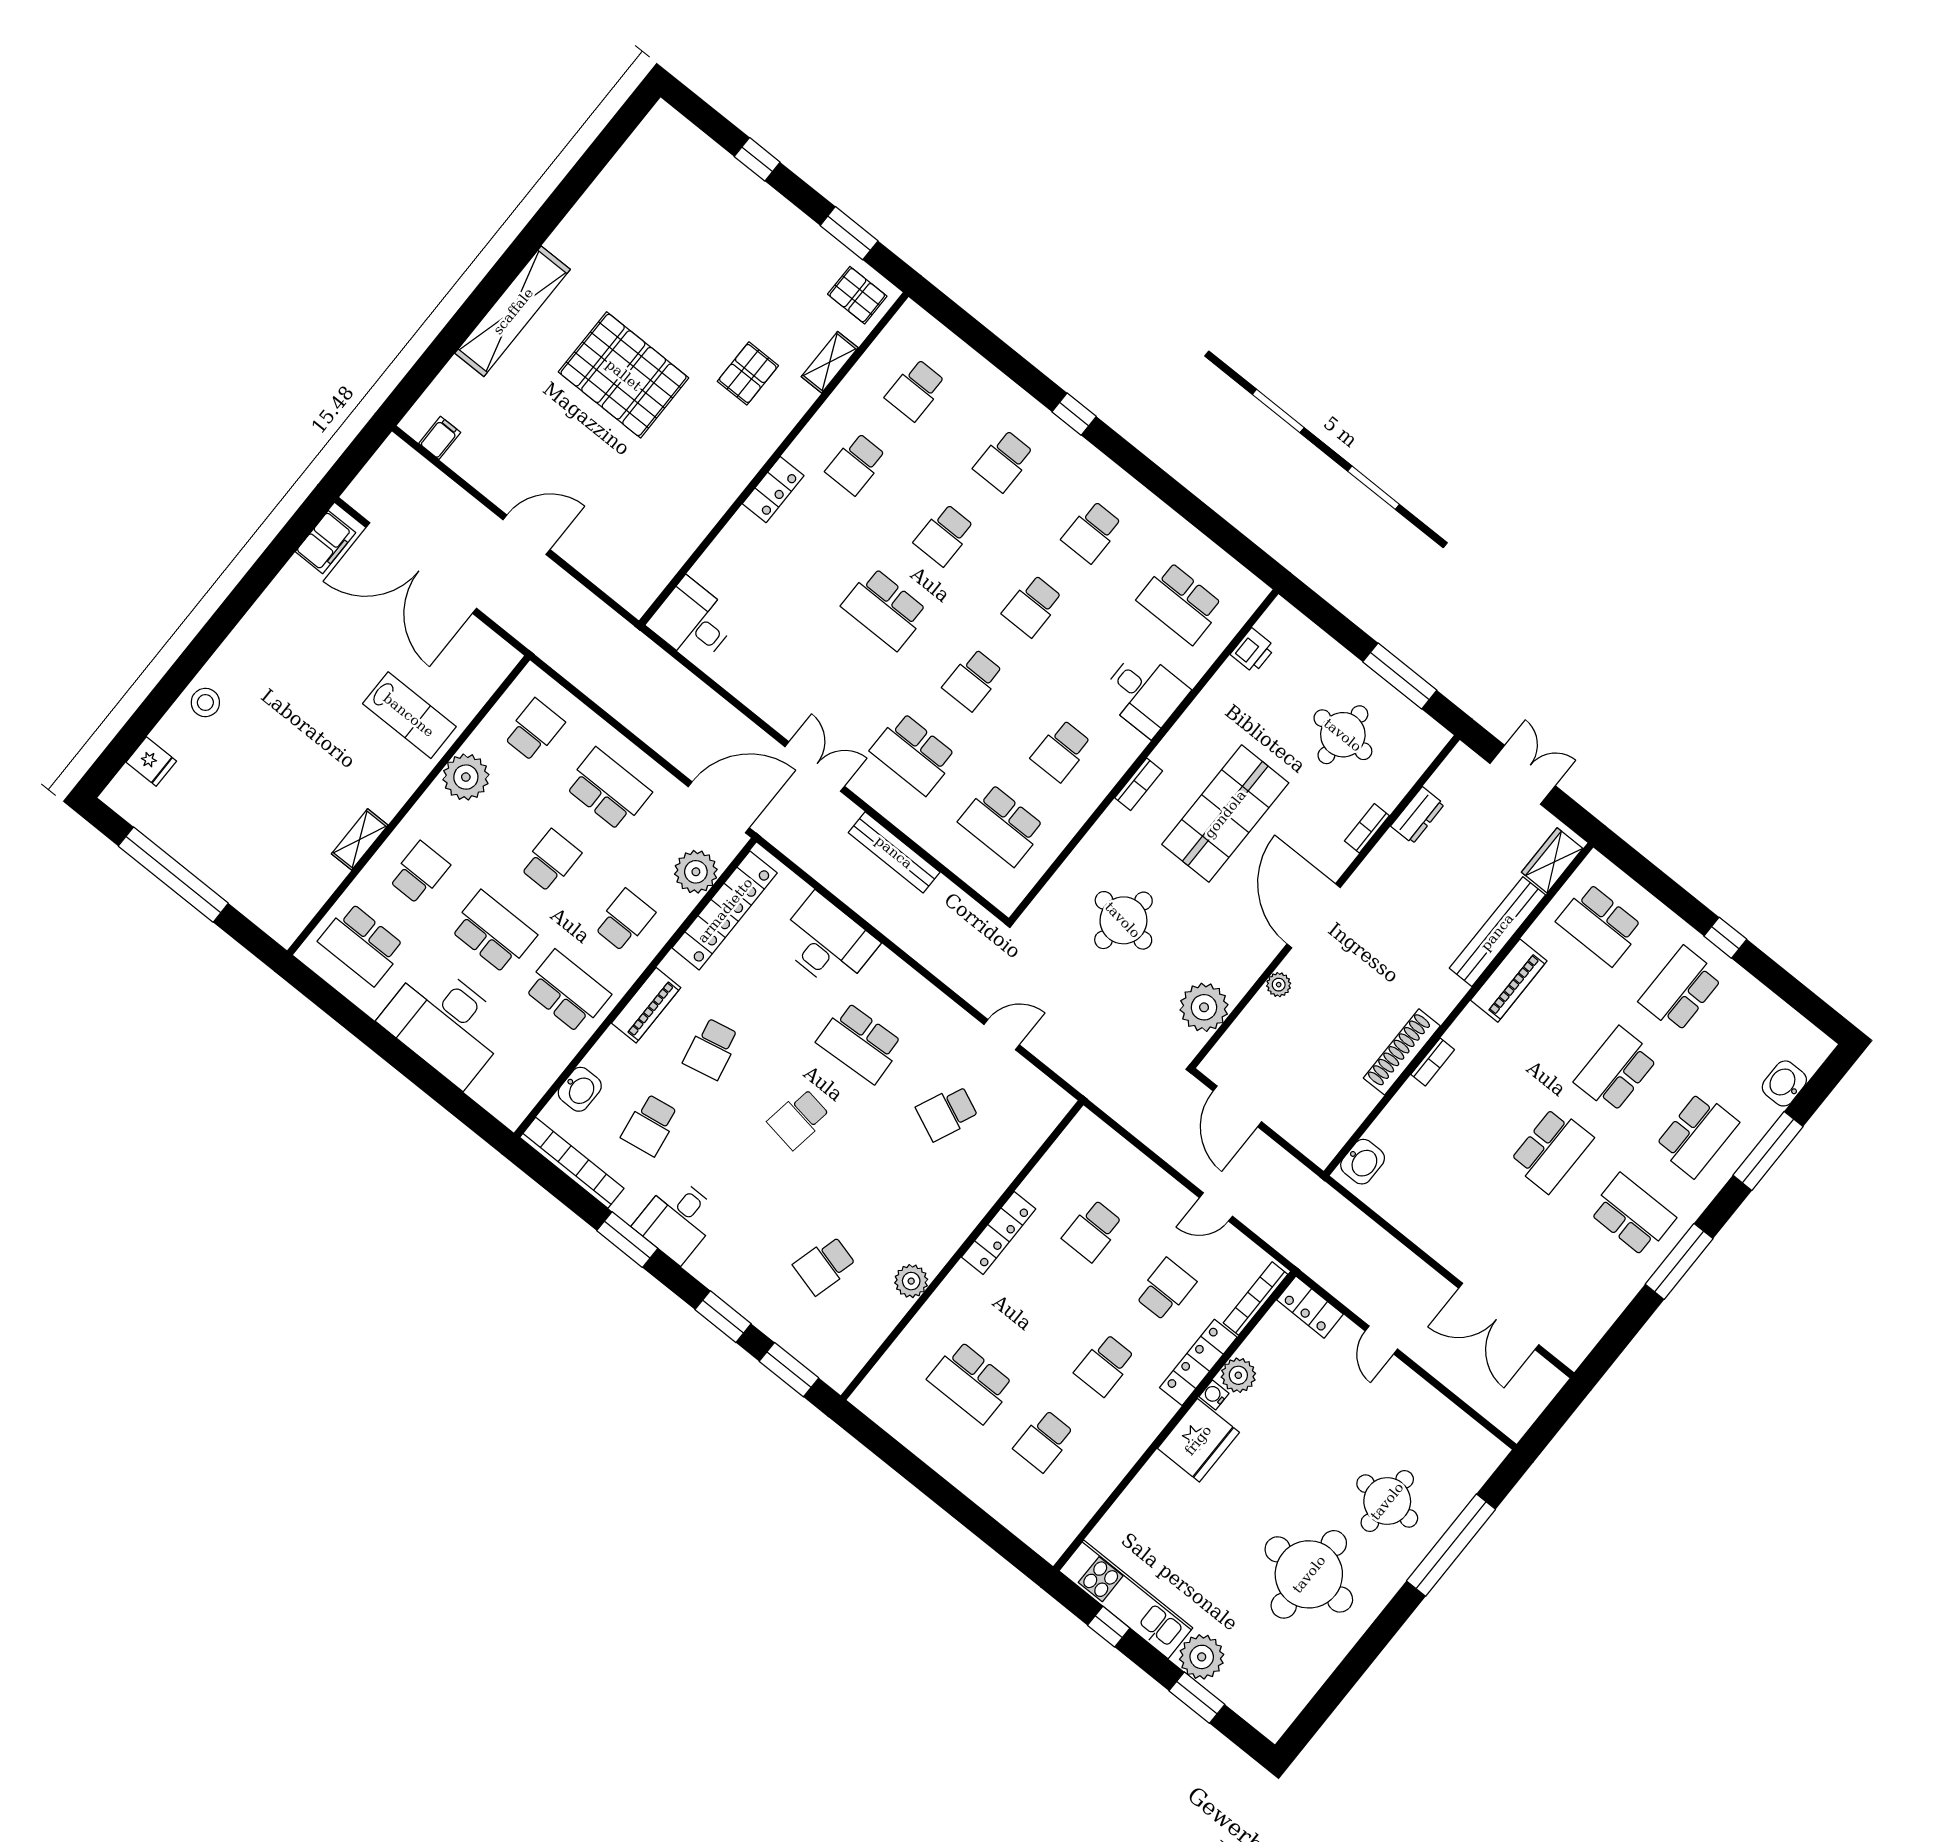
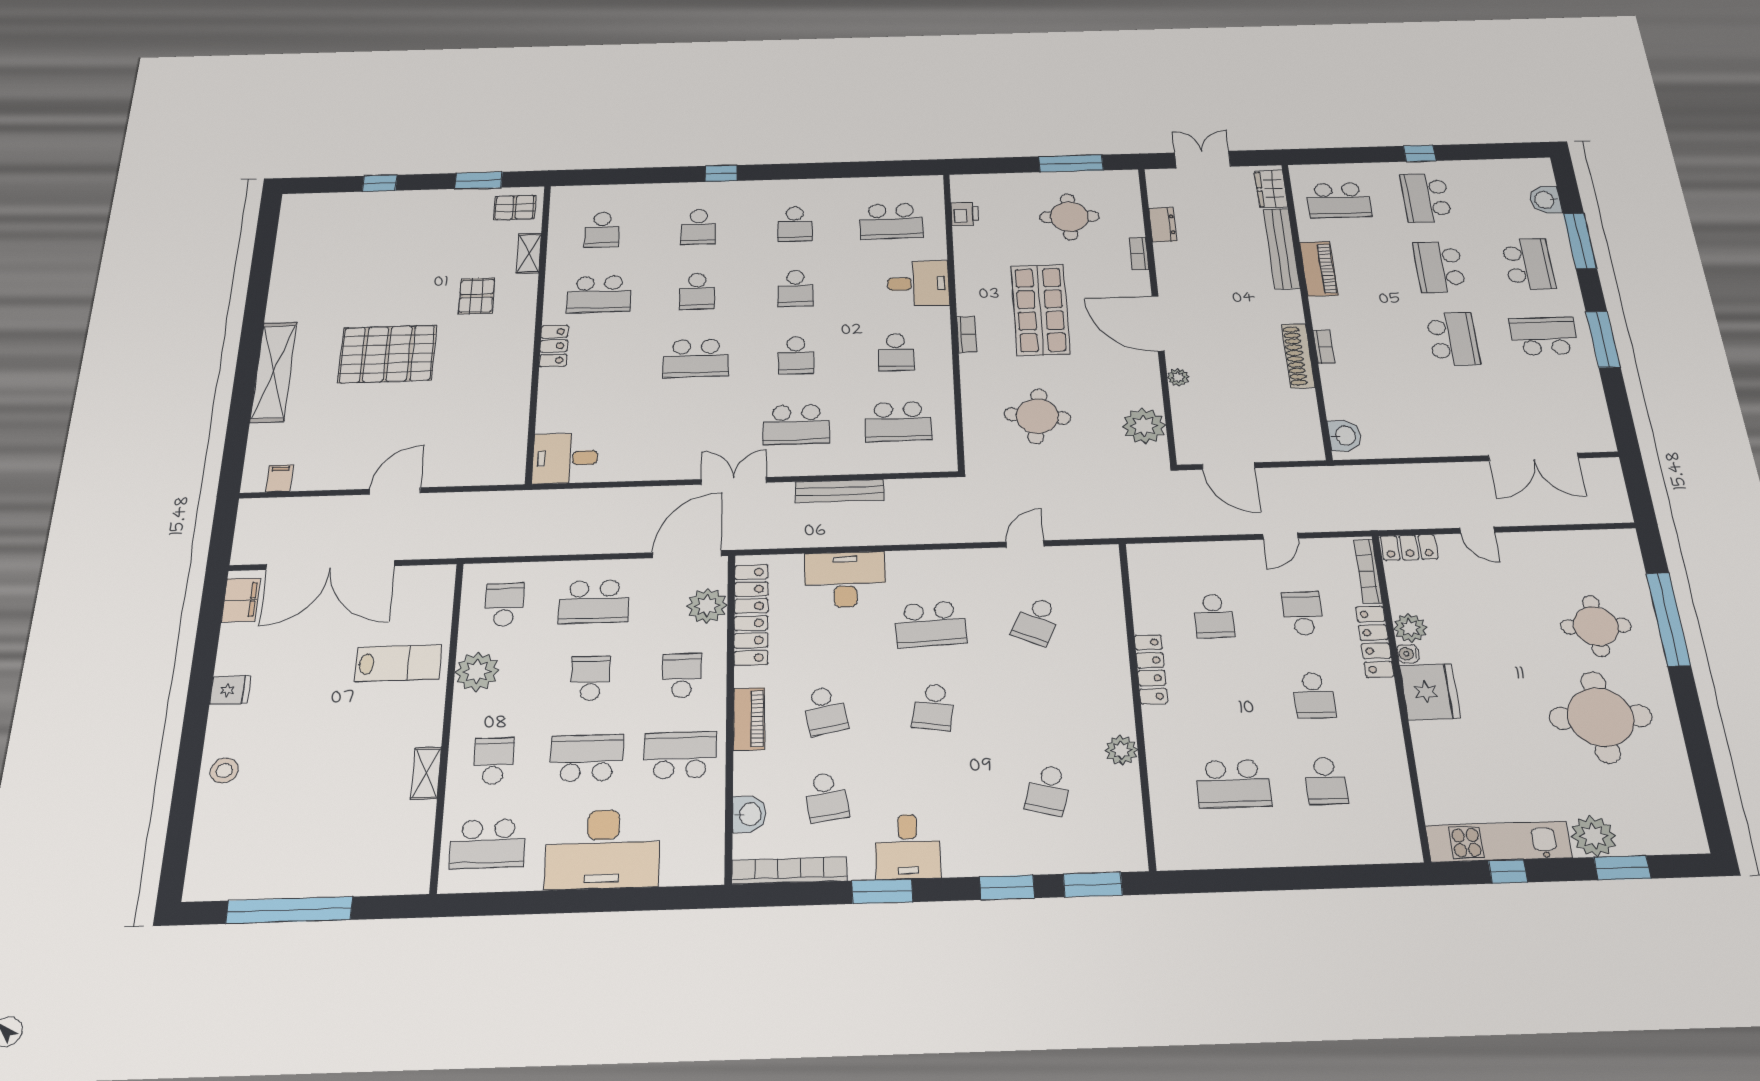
school desk: (856, 464) -> (599, 294), width x1.85
fridge: (151, 762) -> (230, 690), moved
school desk: (608, 789) -> (594, 602), turned 180

